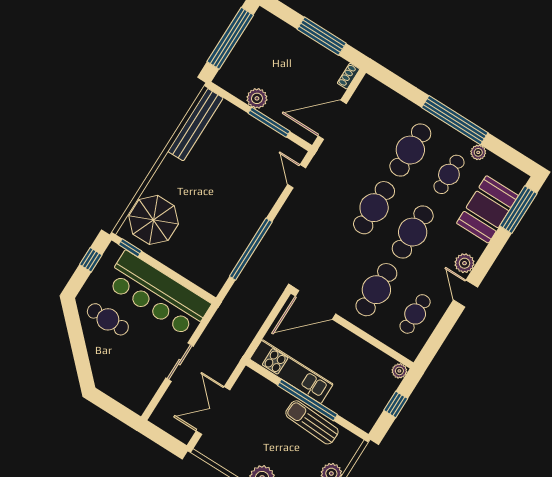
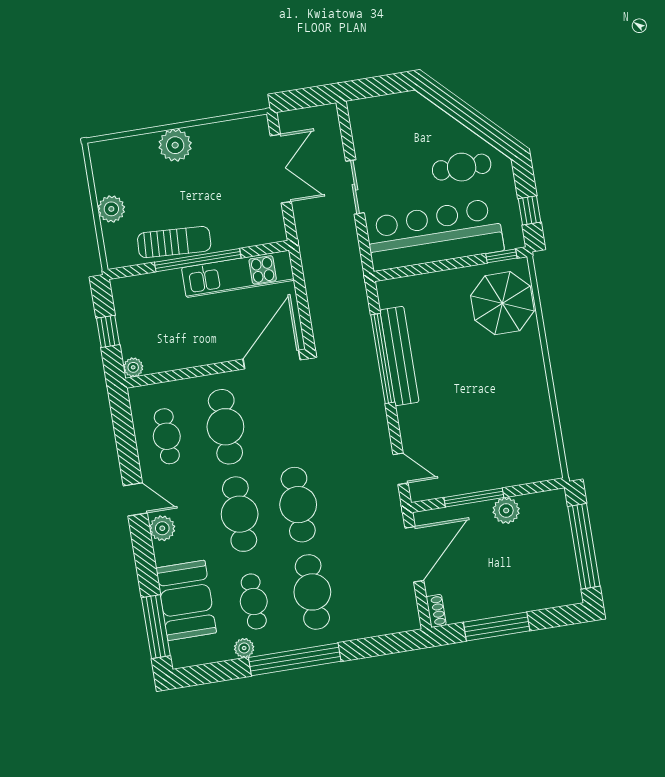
bench: (195, 125) -> (399, 356), moved

